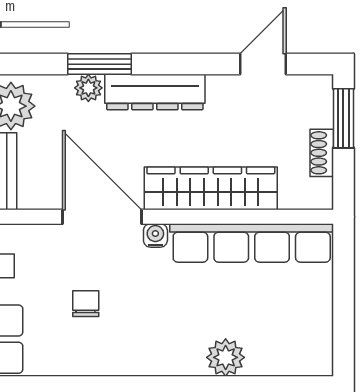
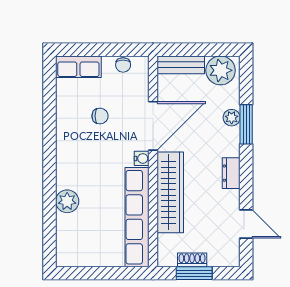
dresser: (155, 92) -> (231, 173), width x0.51, depth x0.80
window: (343, 118) -> (194, 273), moved

